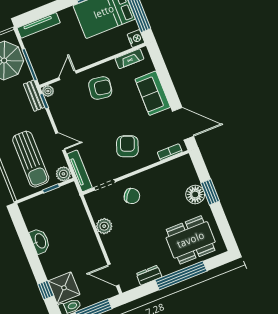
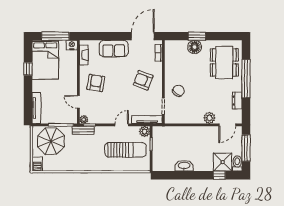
plant: (104, 226) -> (209, 118), moved

